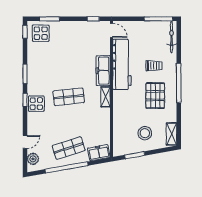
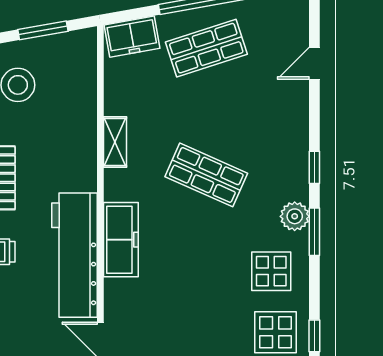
shop shelf: (69, 97) -> (206, 175), turned 30
shelving: (106, 97) -> (115, 142), moved
display table: (36, 104) -> (271, 271), moved
plant: (33, 159) -> (295, 216), moved

